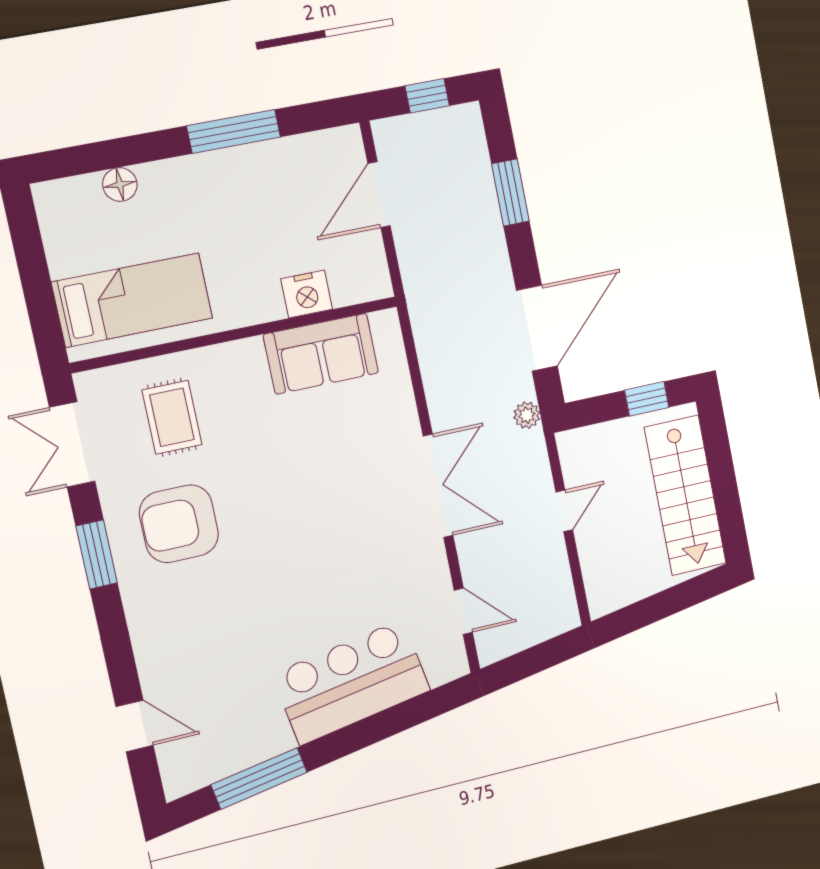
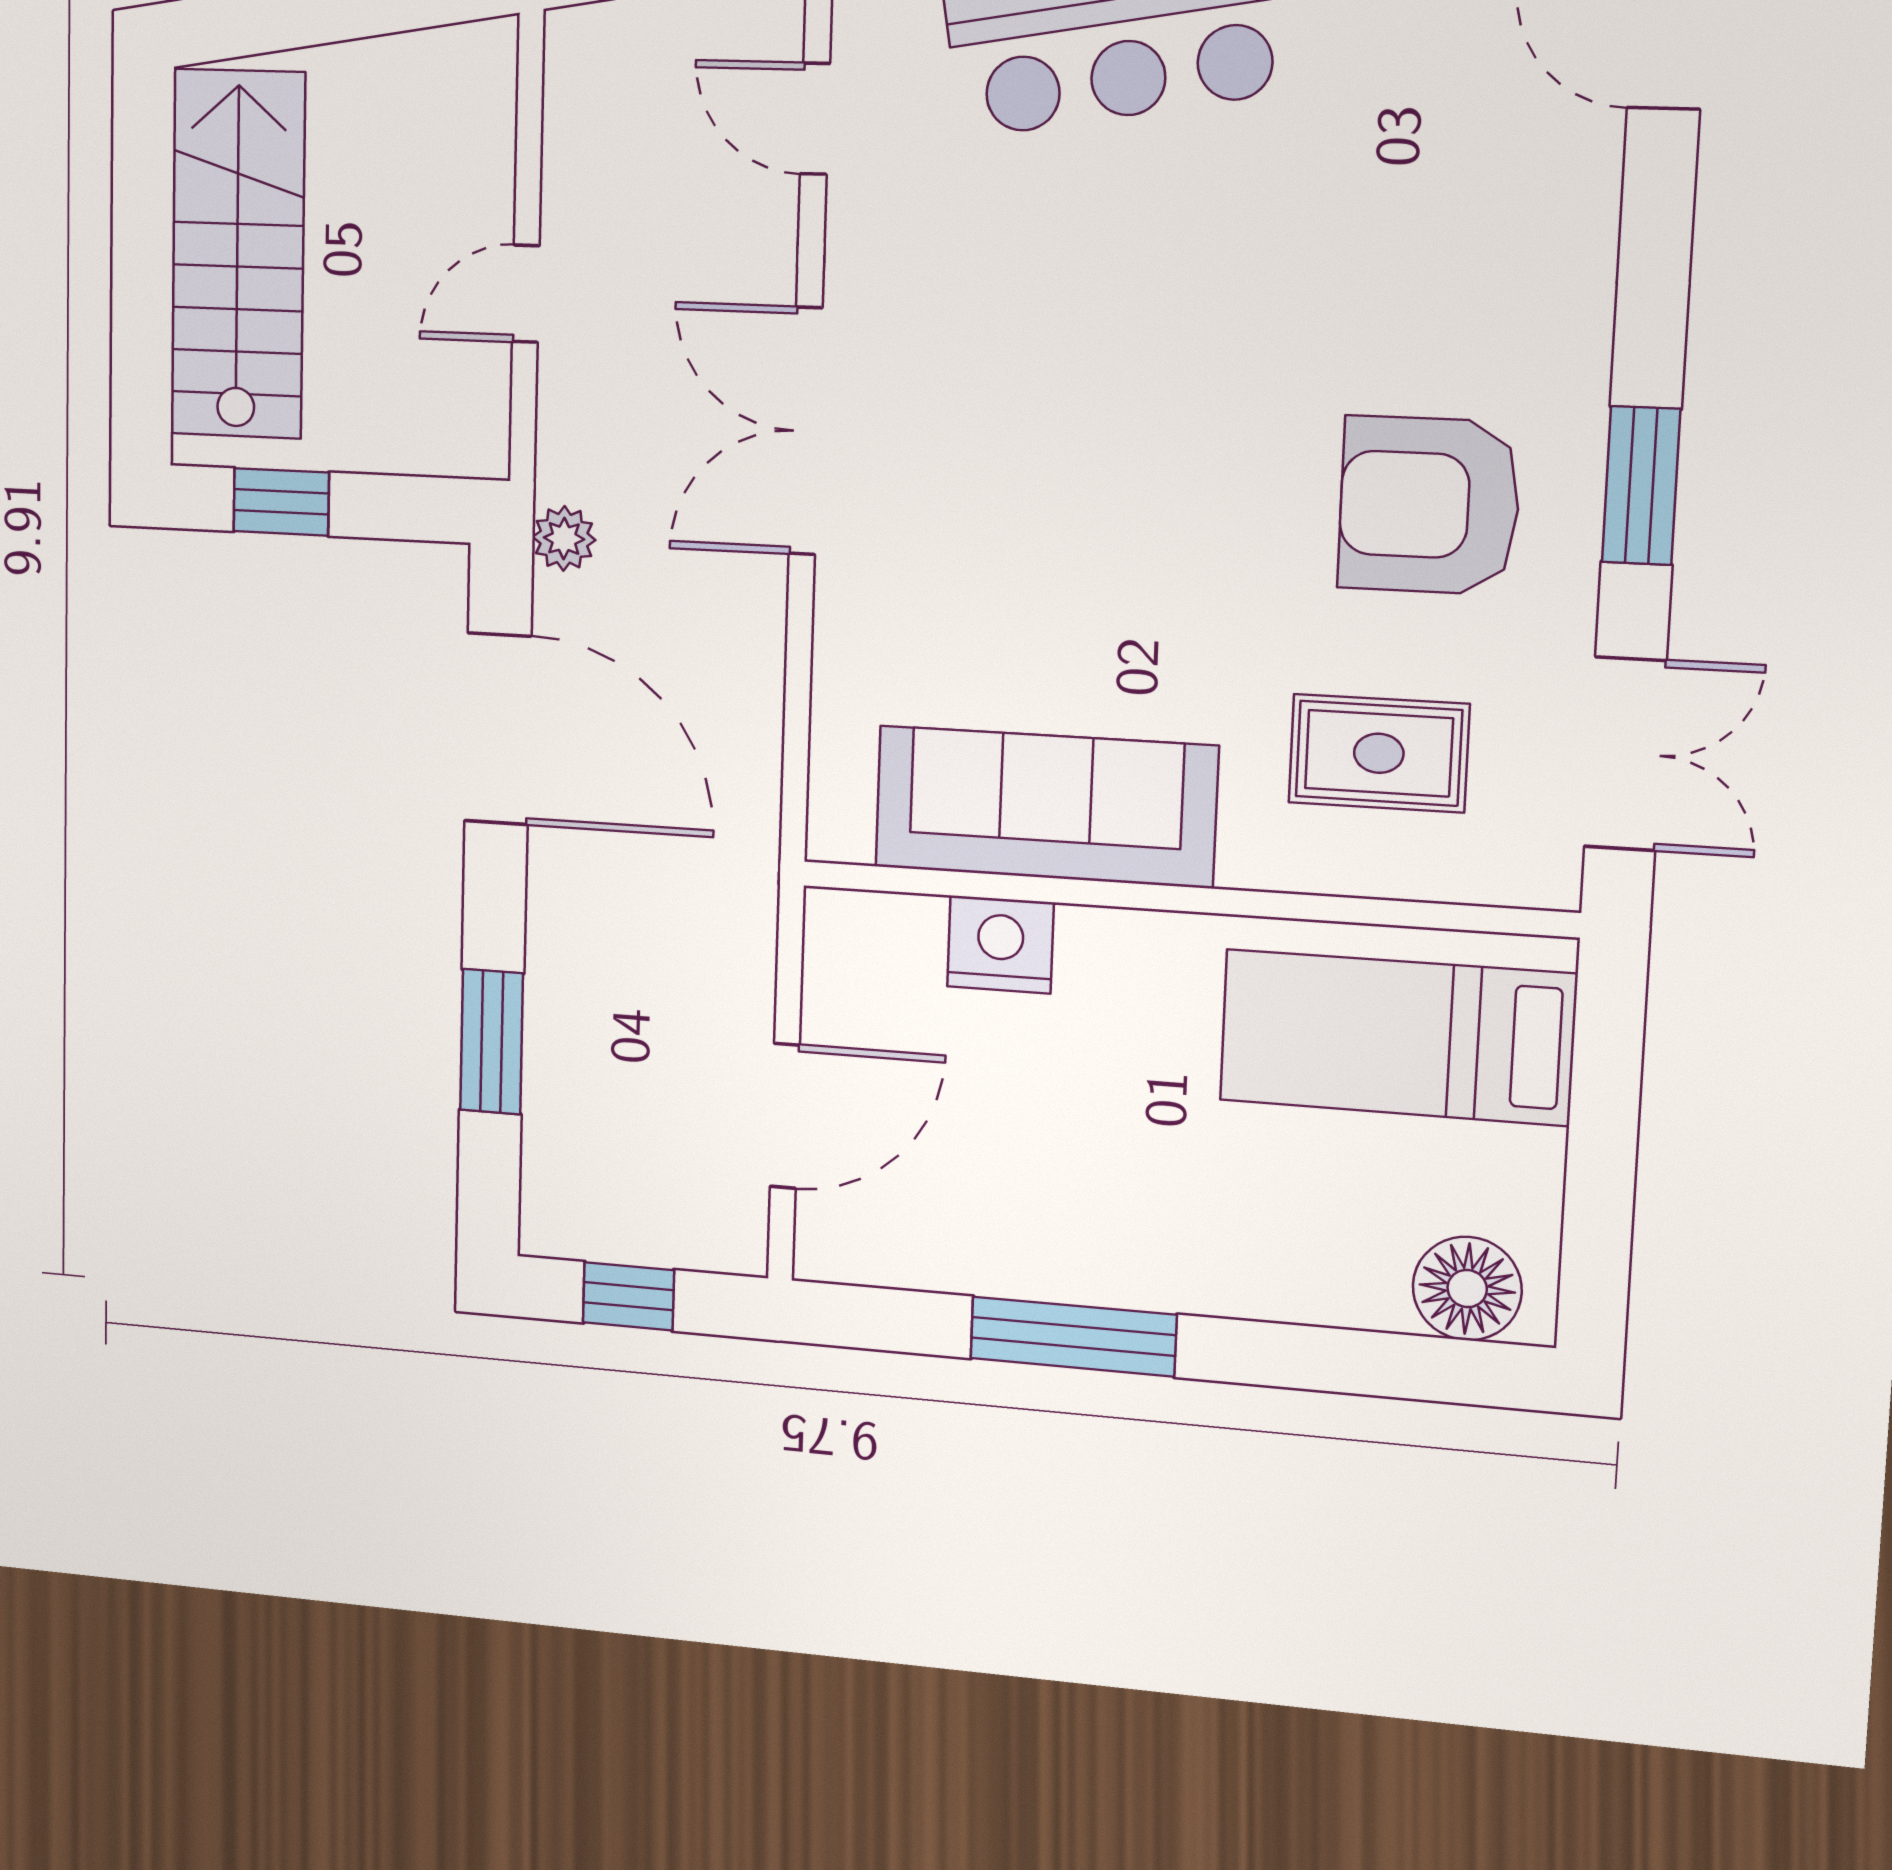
floor lamp: (120, 184) -> (1467, 1289), moved, width x1.38, depth x1.38
door: (537, 328) -> (498, 729), swing flipped
sofa: (321, 354) -> (1046, 807), width x1.36
rug: (172, 417) -> (1379, 753), turned 90
armchair: (179, 524) -> (1429, 505), turned 180

